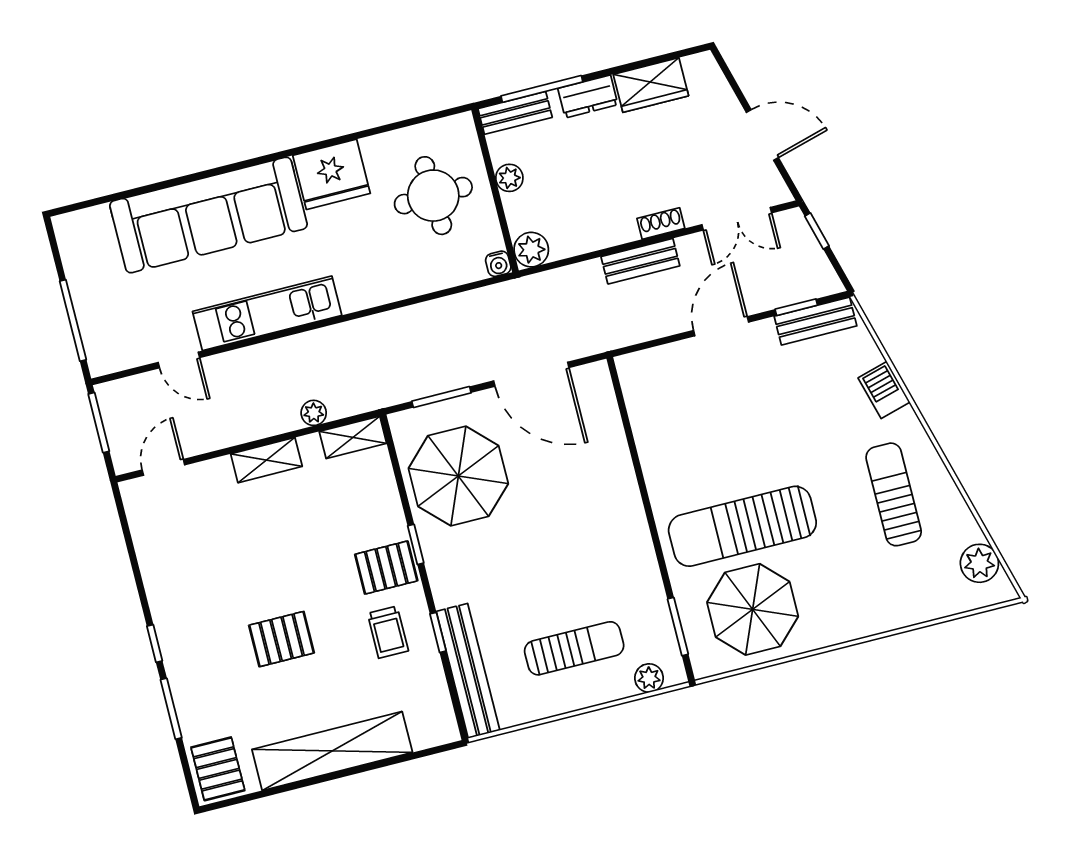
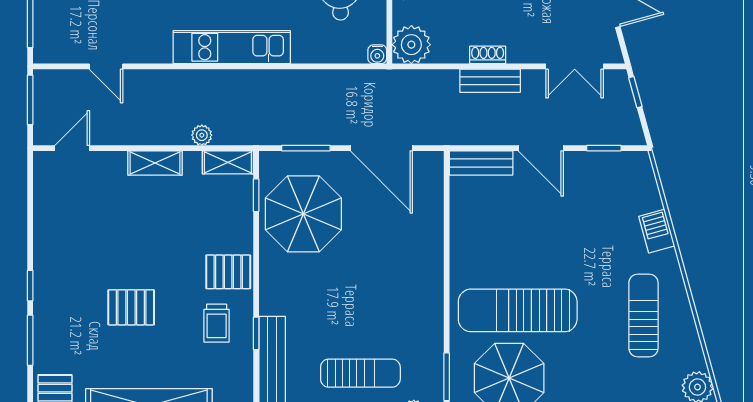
shoe rack: (661, 223) -> (488, 55), moved
plant: (531, 250) -> (411, 45), width x1.36, depth x1.36
kitchen unit: (267, 313) -> (232, 47), moved
bench: (815, 321) -> (481, 163), moved
door: (721, 326) -> (541, 148), swing flipped
window: (416, 544) -> (256, 195), moved

